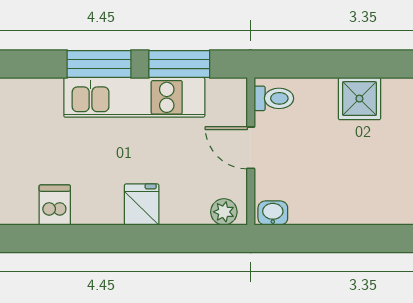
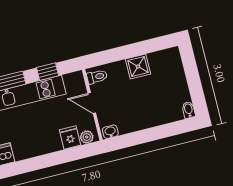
window: (179, 64) -> (48, 72), width x0.67
fridge: (142, 204) -> (70, 137), moved

